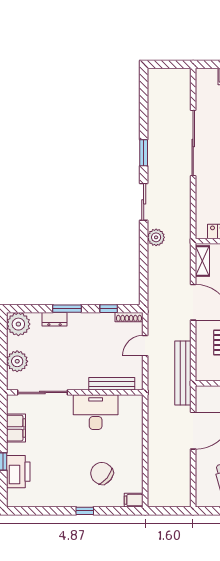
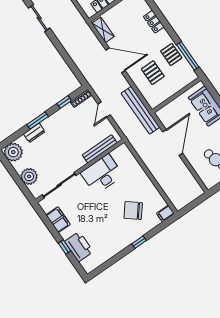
plant: (156, 237) -> (63, 35), removed

